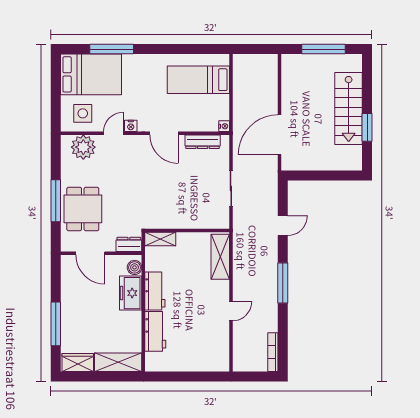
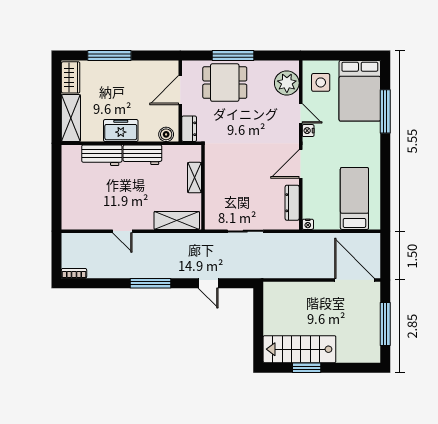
stairs: (349, 108) -> (299, 349), moved
door: (280, 135) -> (355, 280), moved
shelving: (160, 239) -> (195, 178), moved
freezer: (131, 293) -> (121, 130), moved
bookcase: (273, 352) -> (74, 273), width x0.64

